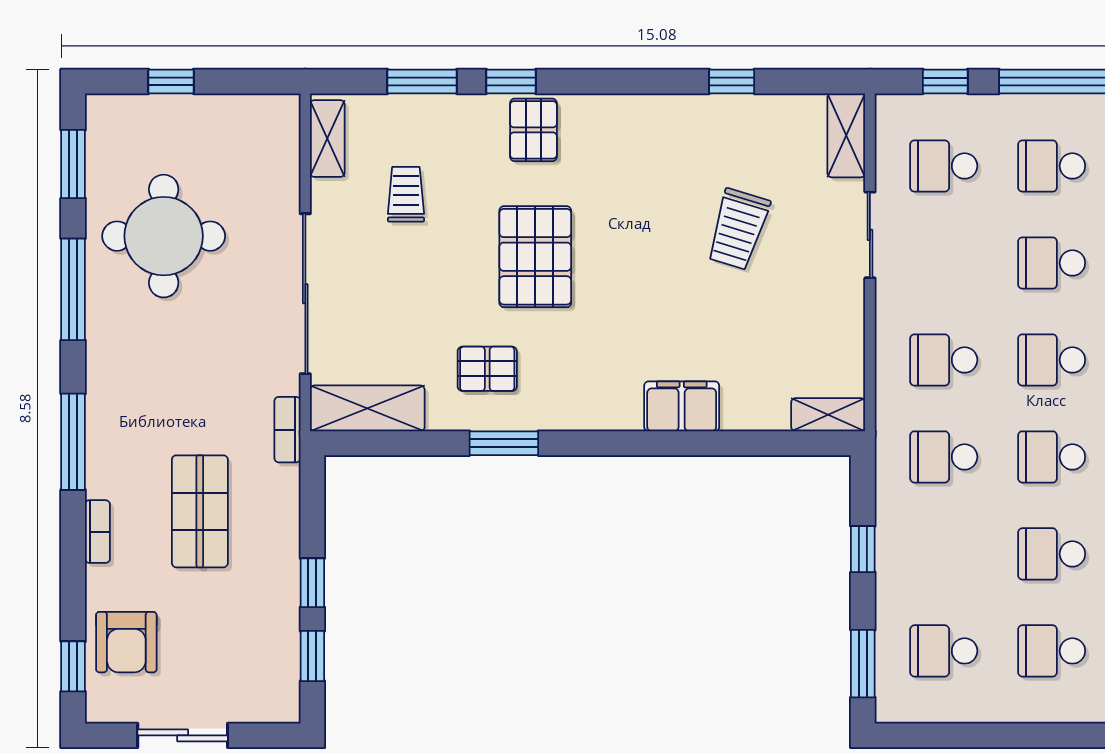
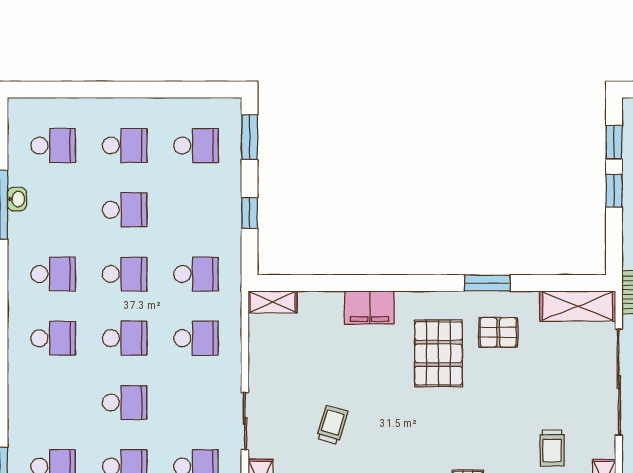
trolley: (738, 229) -> (332, 425), width x0.73, depth x0.72
pallet: (535, 257) -> (438, 353), moved

